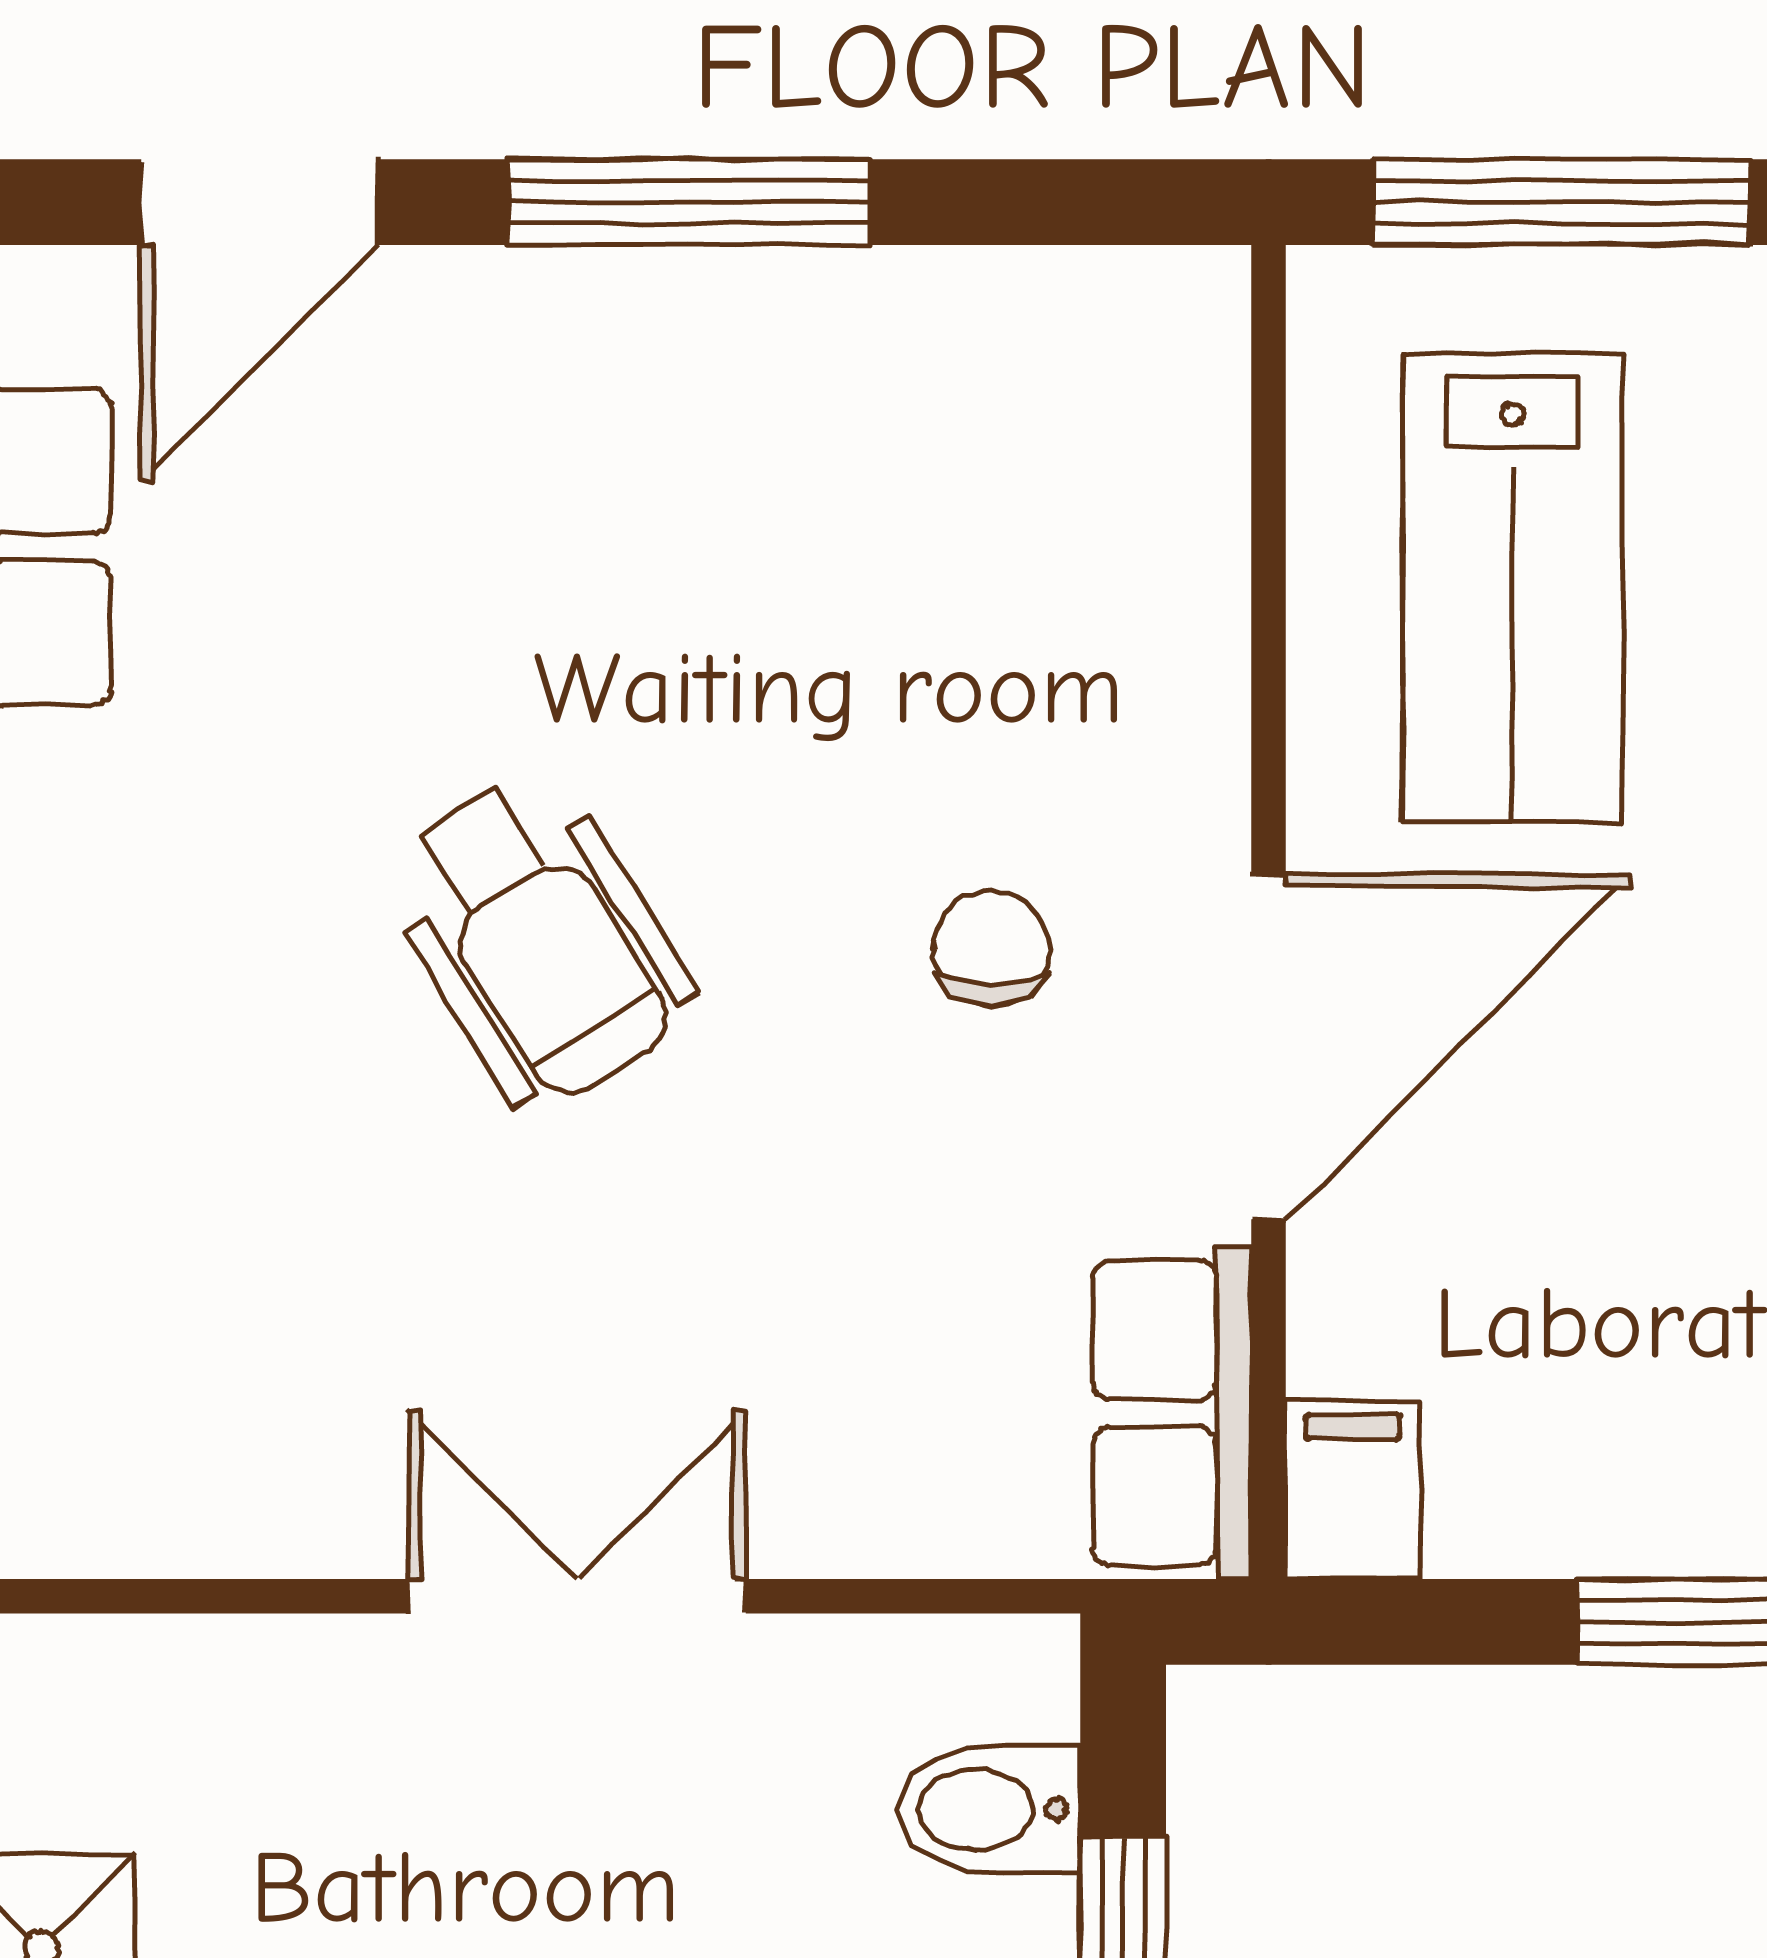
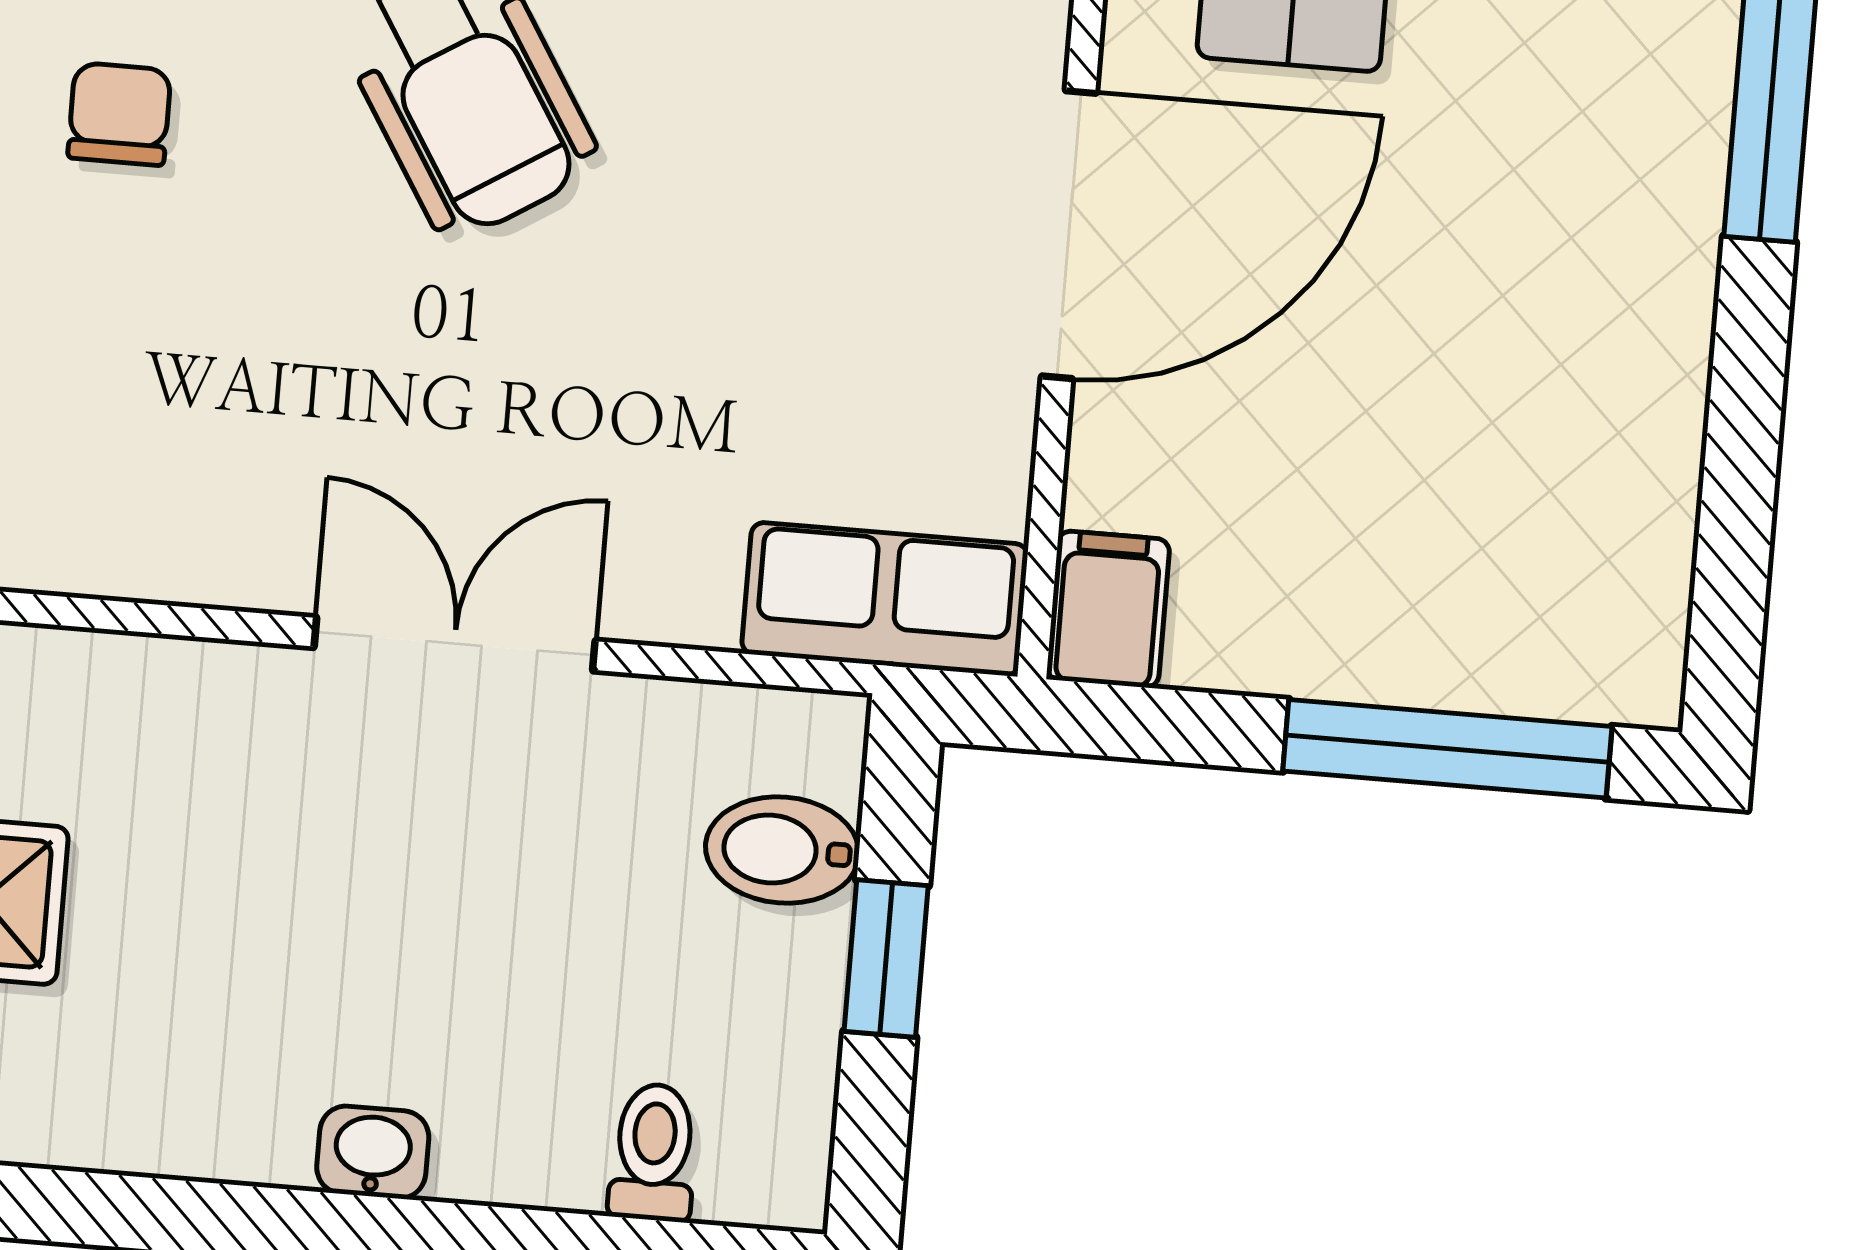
chair: (991, 949) -> (119, 114), moved
row of seats: (1172, 1413) -> (885, 599), moved, turned 90

